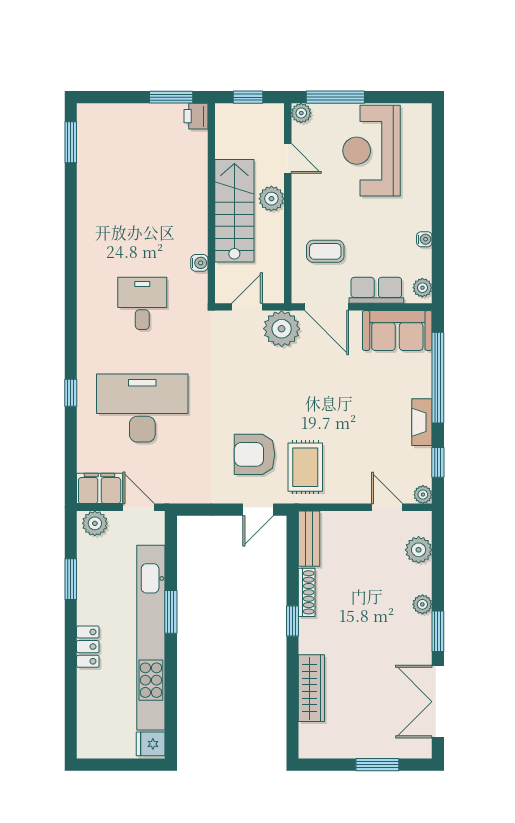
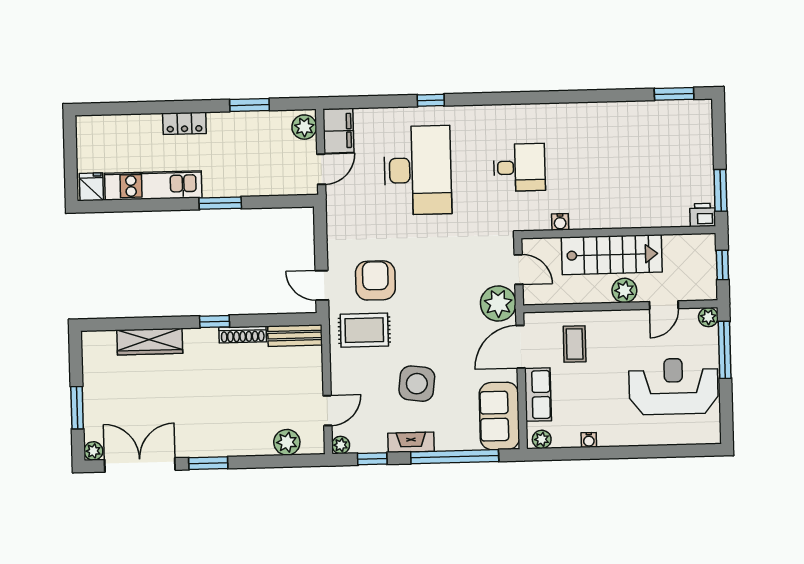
side table: (362, 415) -> (417, 384), added
plant: (422, 604) -> (93, 451), moved
kitchen unit: (151, 638) -> (153, 185), width x0.54

